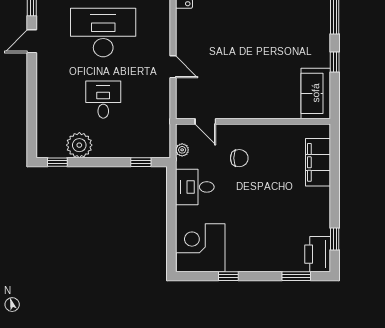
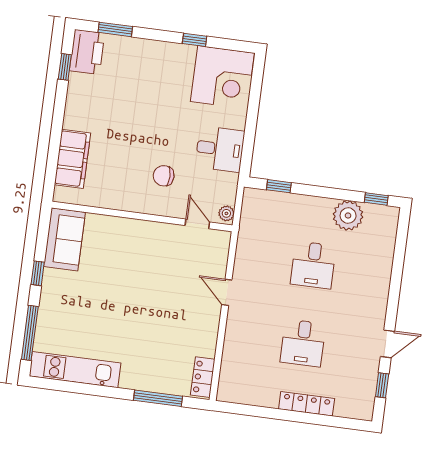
desk: (103, 33) -> (303, 343), width x0.53, depth x0.77
plant: (182, 150) -> (226, 213), moved

